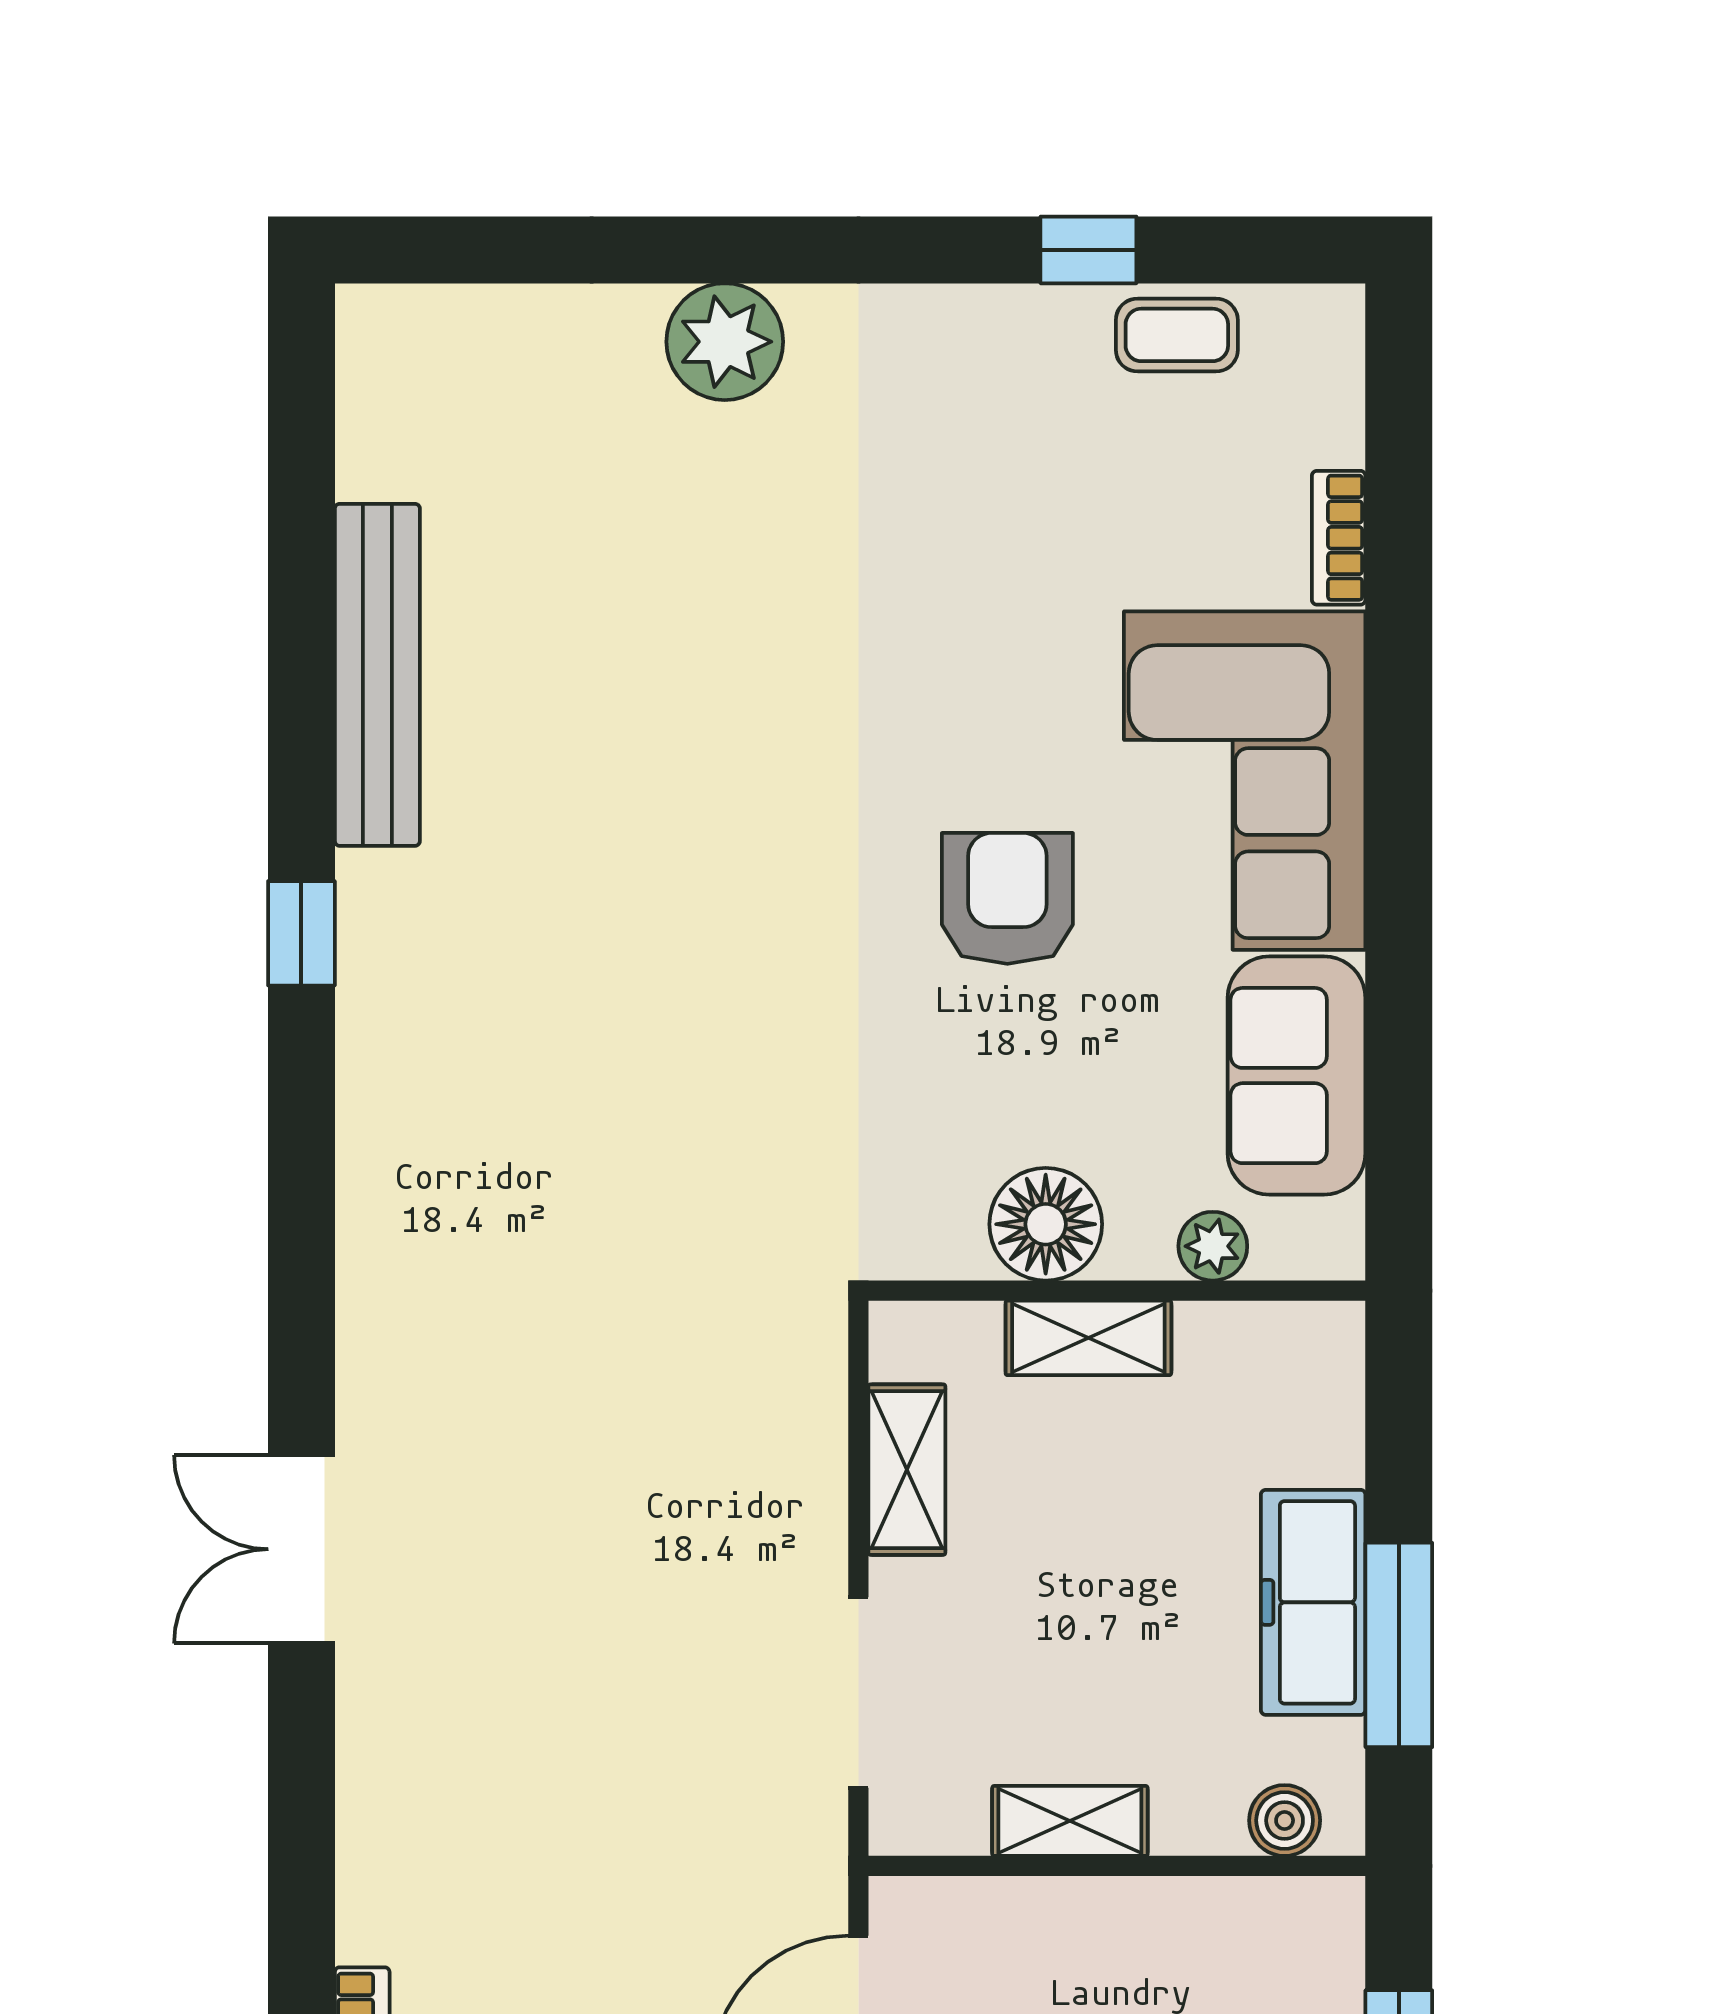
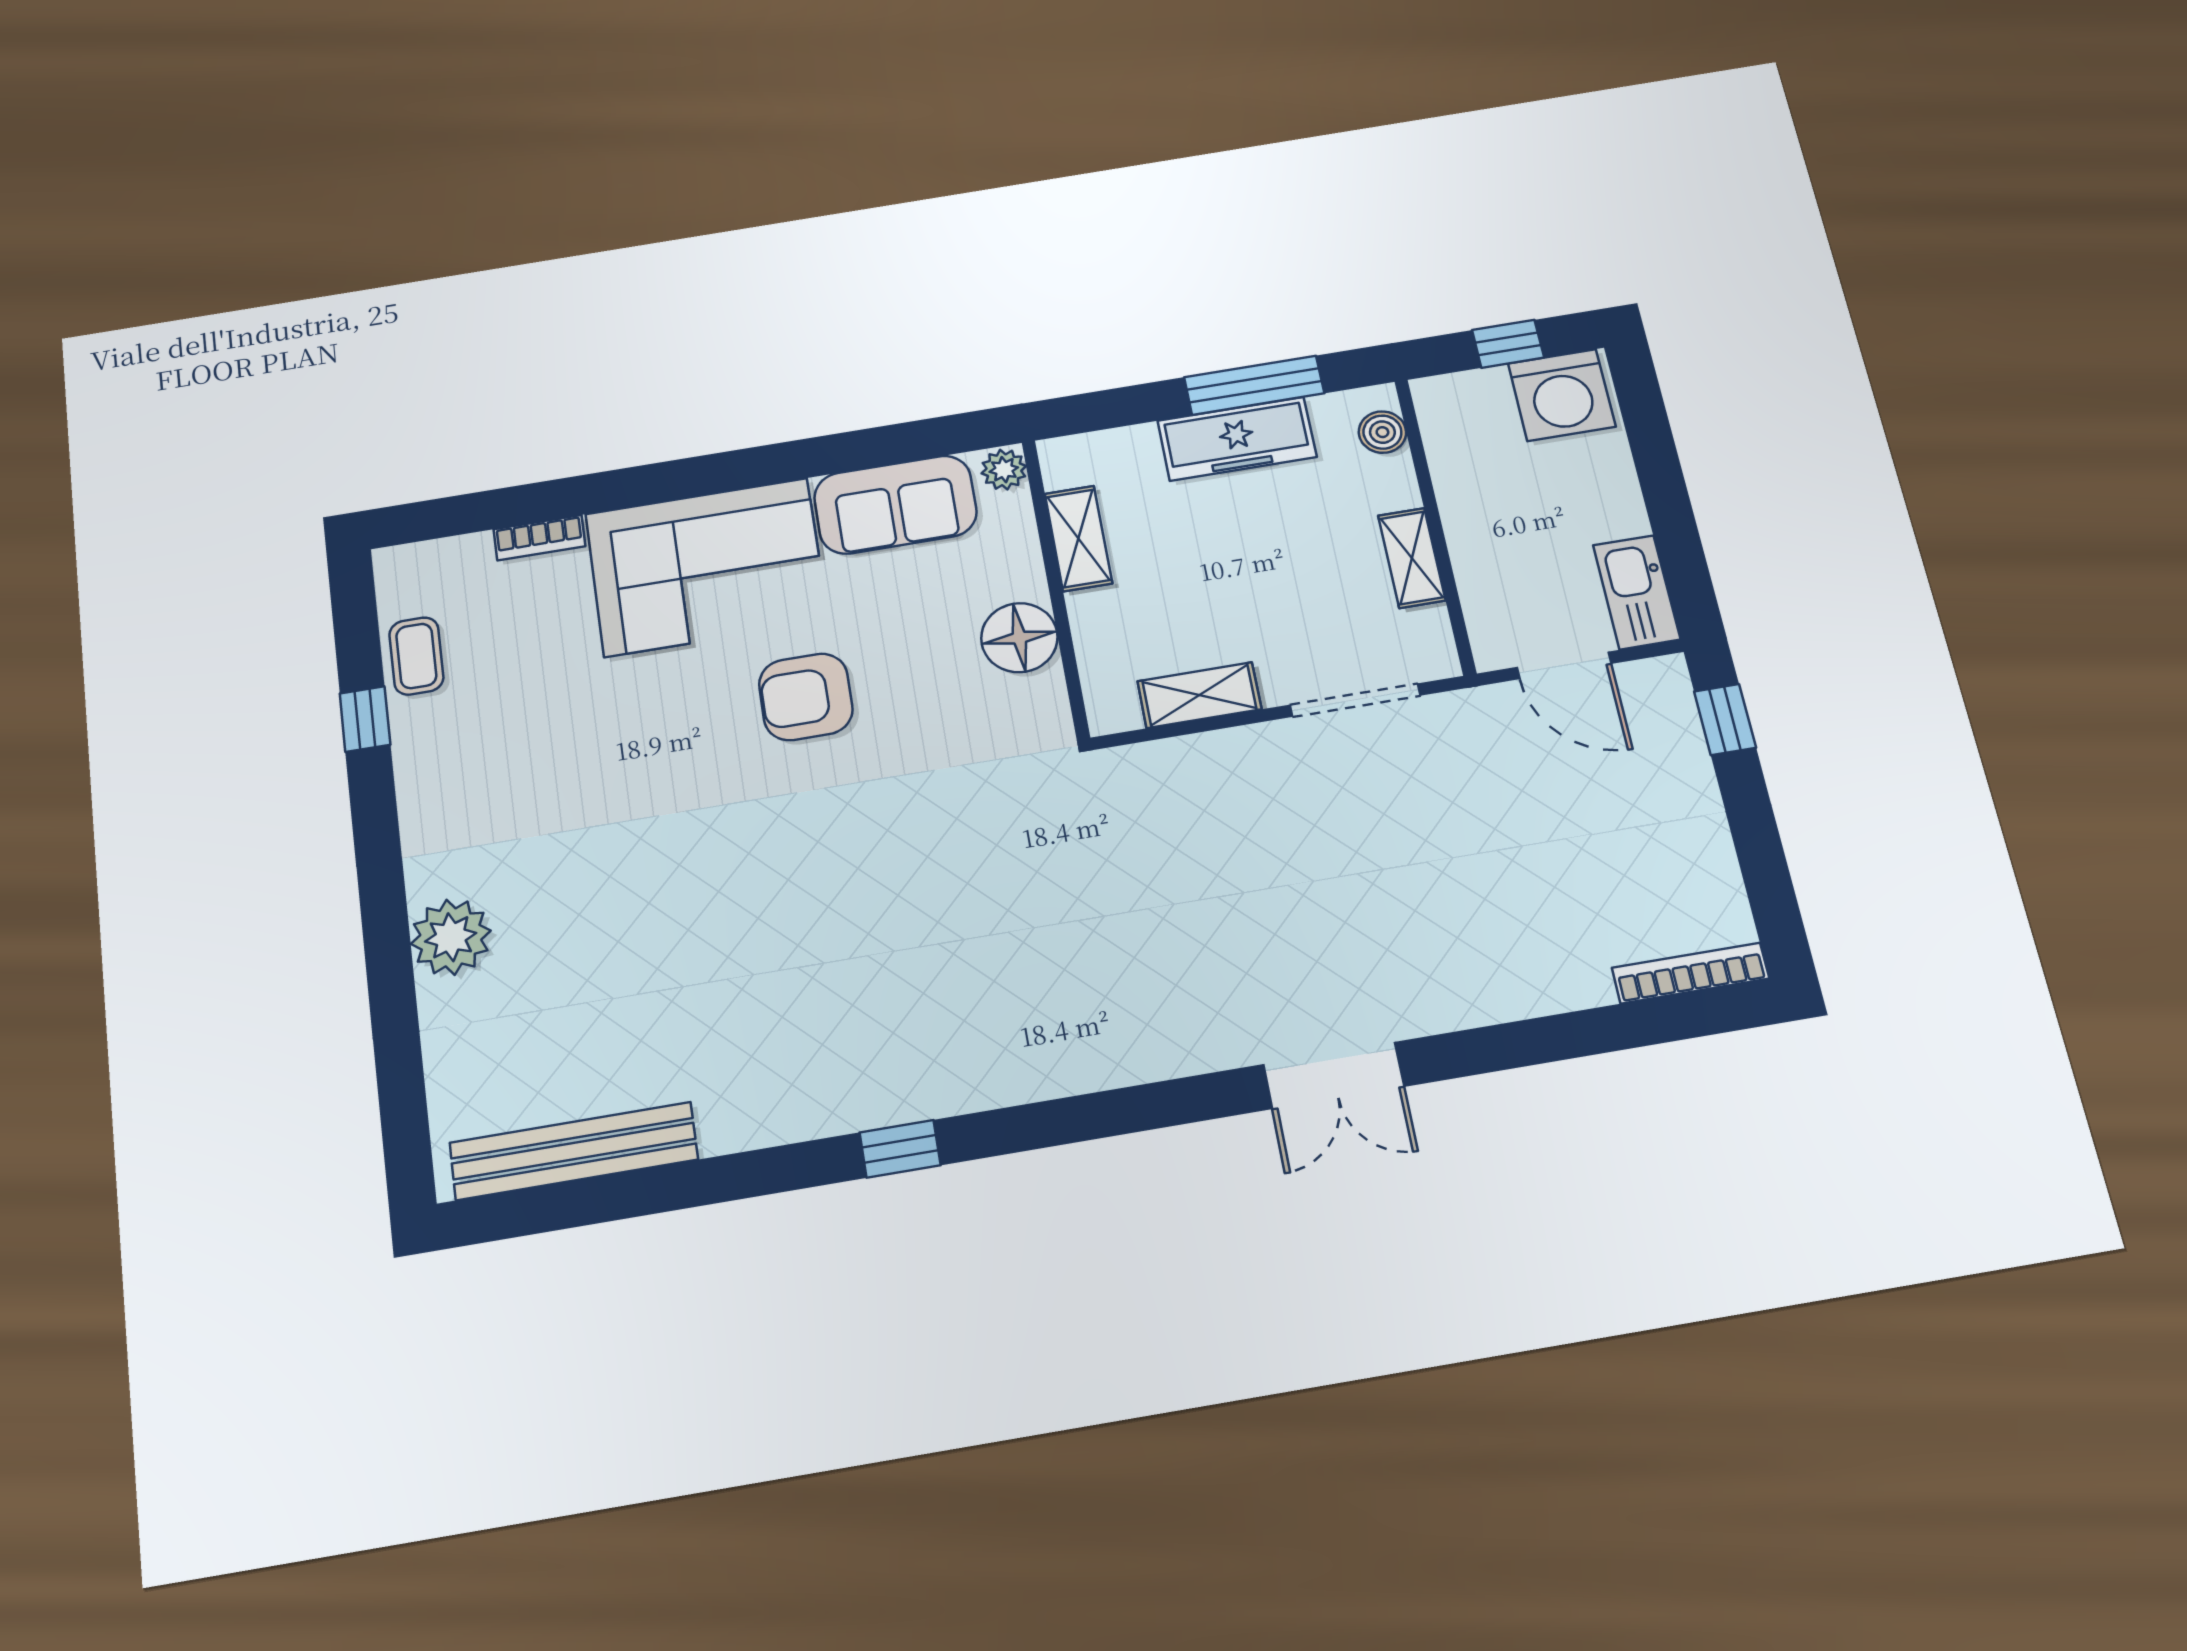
bench: (377, 675) -> (574, 1151), moved
plant: (1213, 1246) -> (1004, 470), moved
shelving: (1088, 1338) -> (1078, 538), moved

